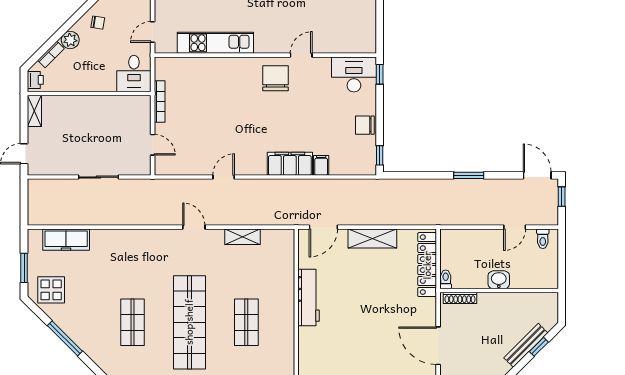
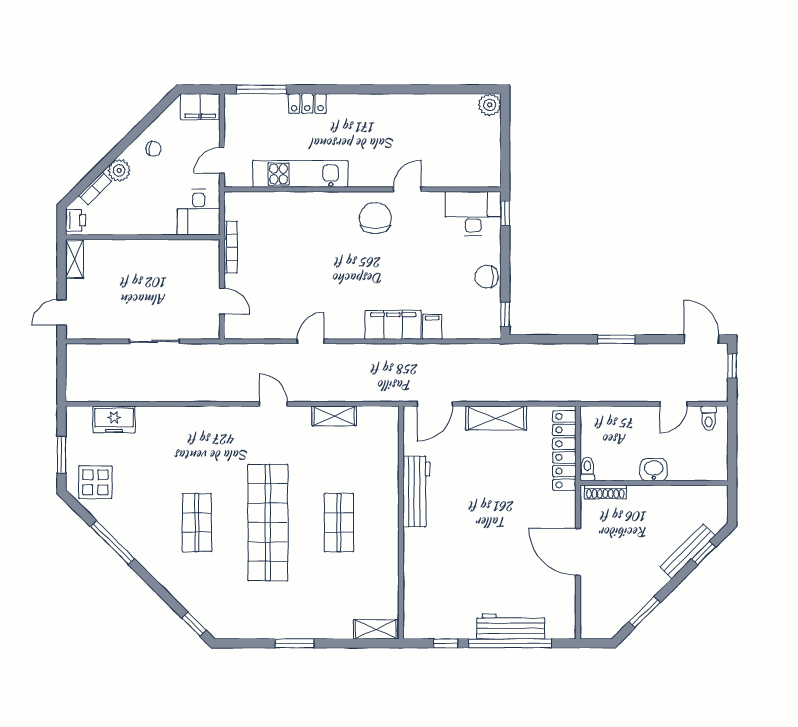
freezer: (66, 240) -> (114, 419), width x0.71

